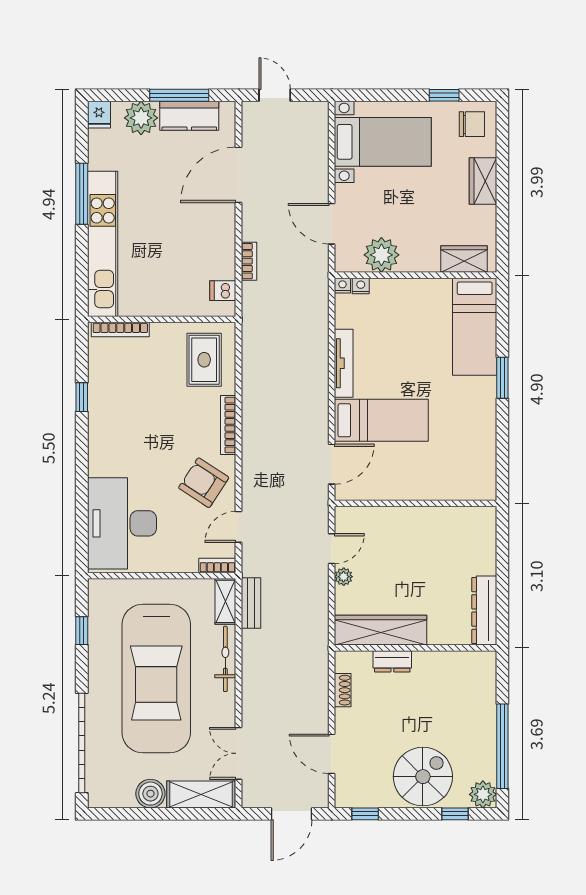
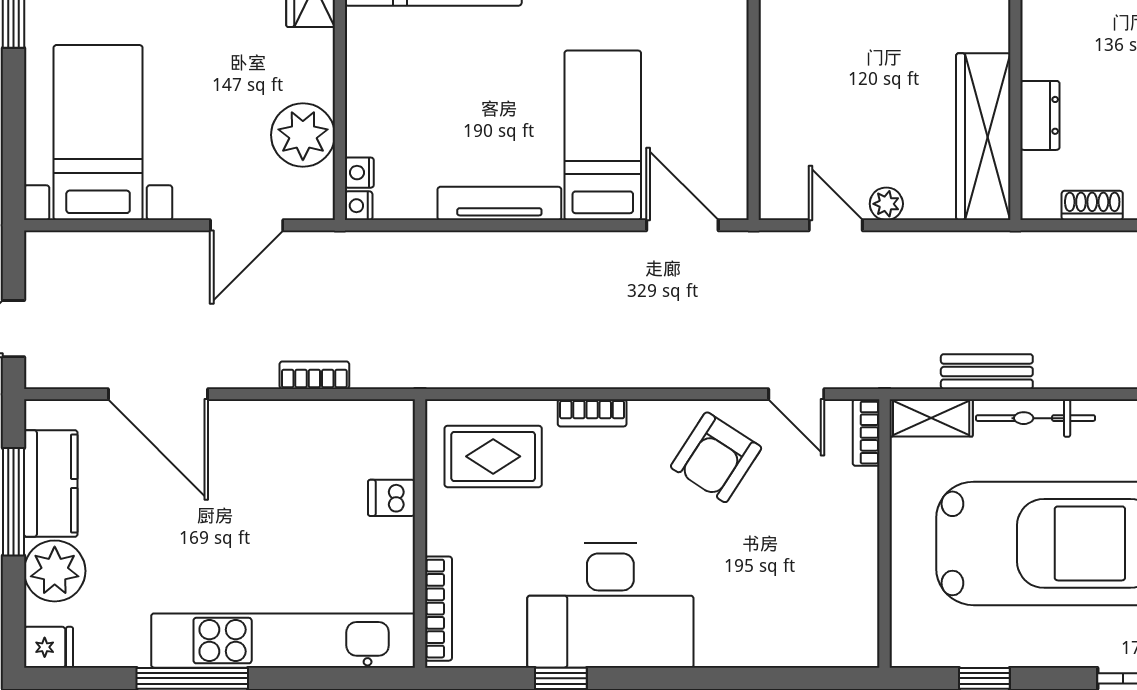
dishwasher: (223, 291) -> (392, 498), moved, turned 90
bookcase: (228, 425) -> (592, 413), width x0.64
desk: (122, 523) -> (610, 606), moved
bench: (251, 603) -> (987, 372), moved

